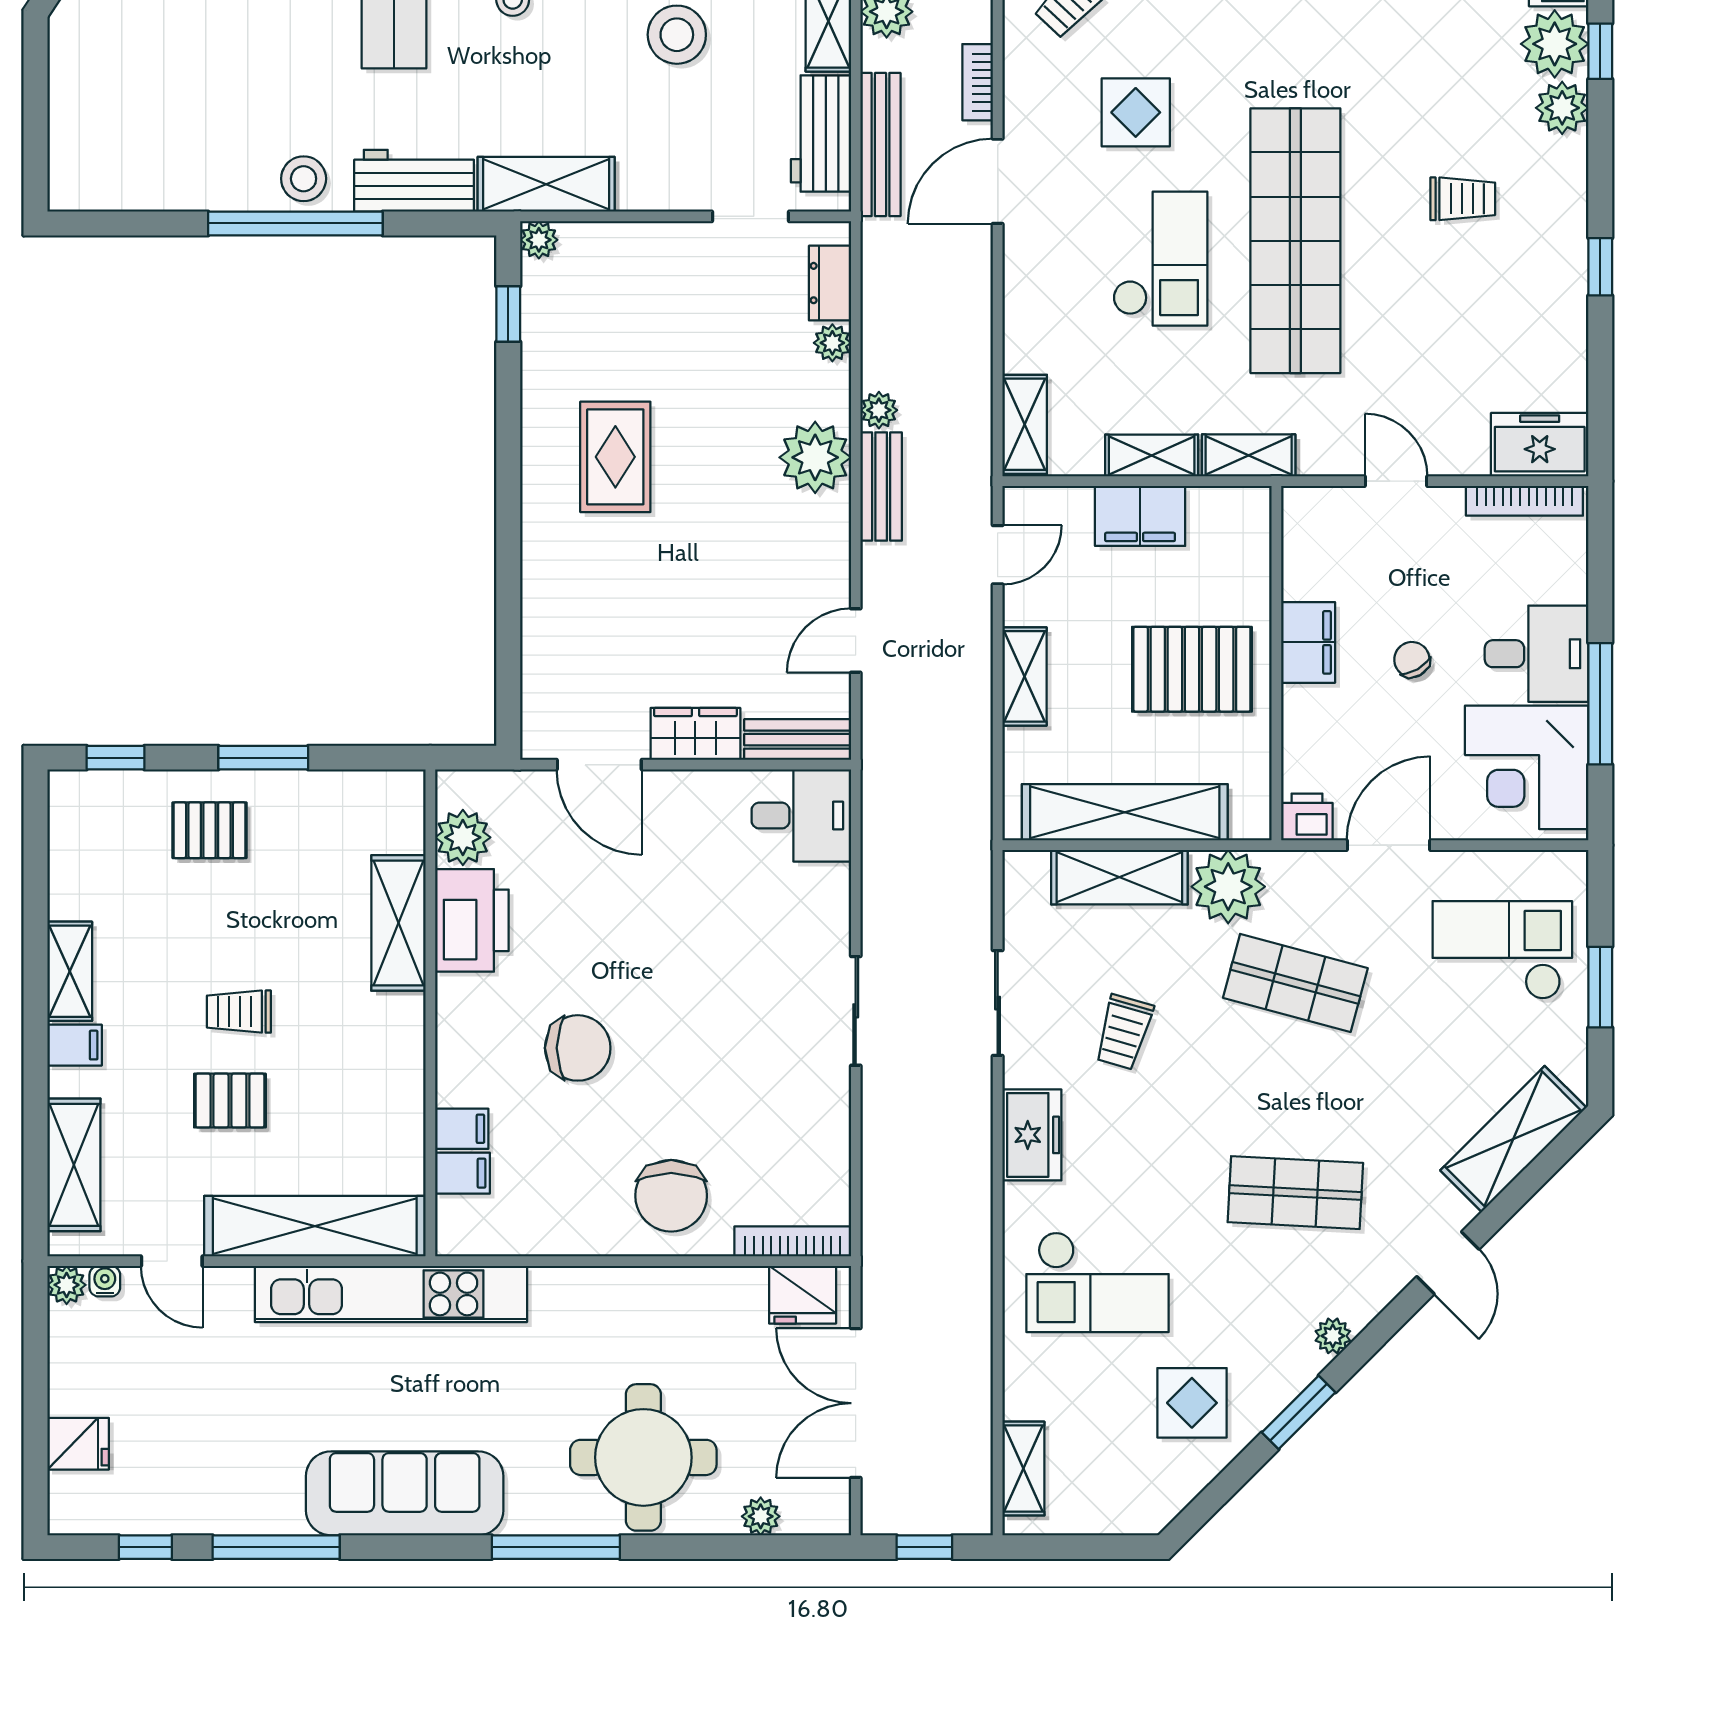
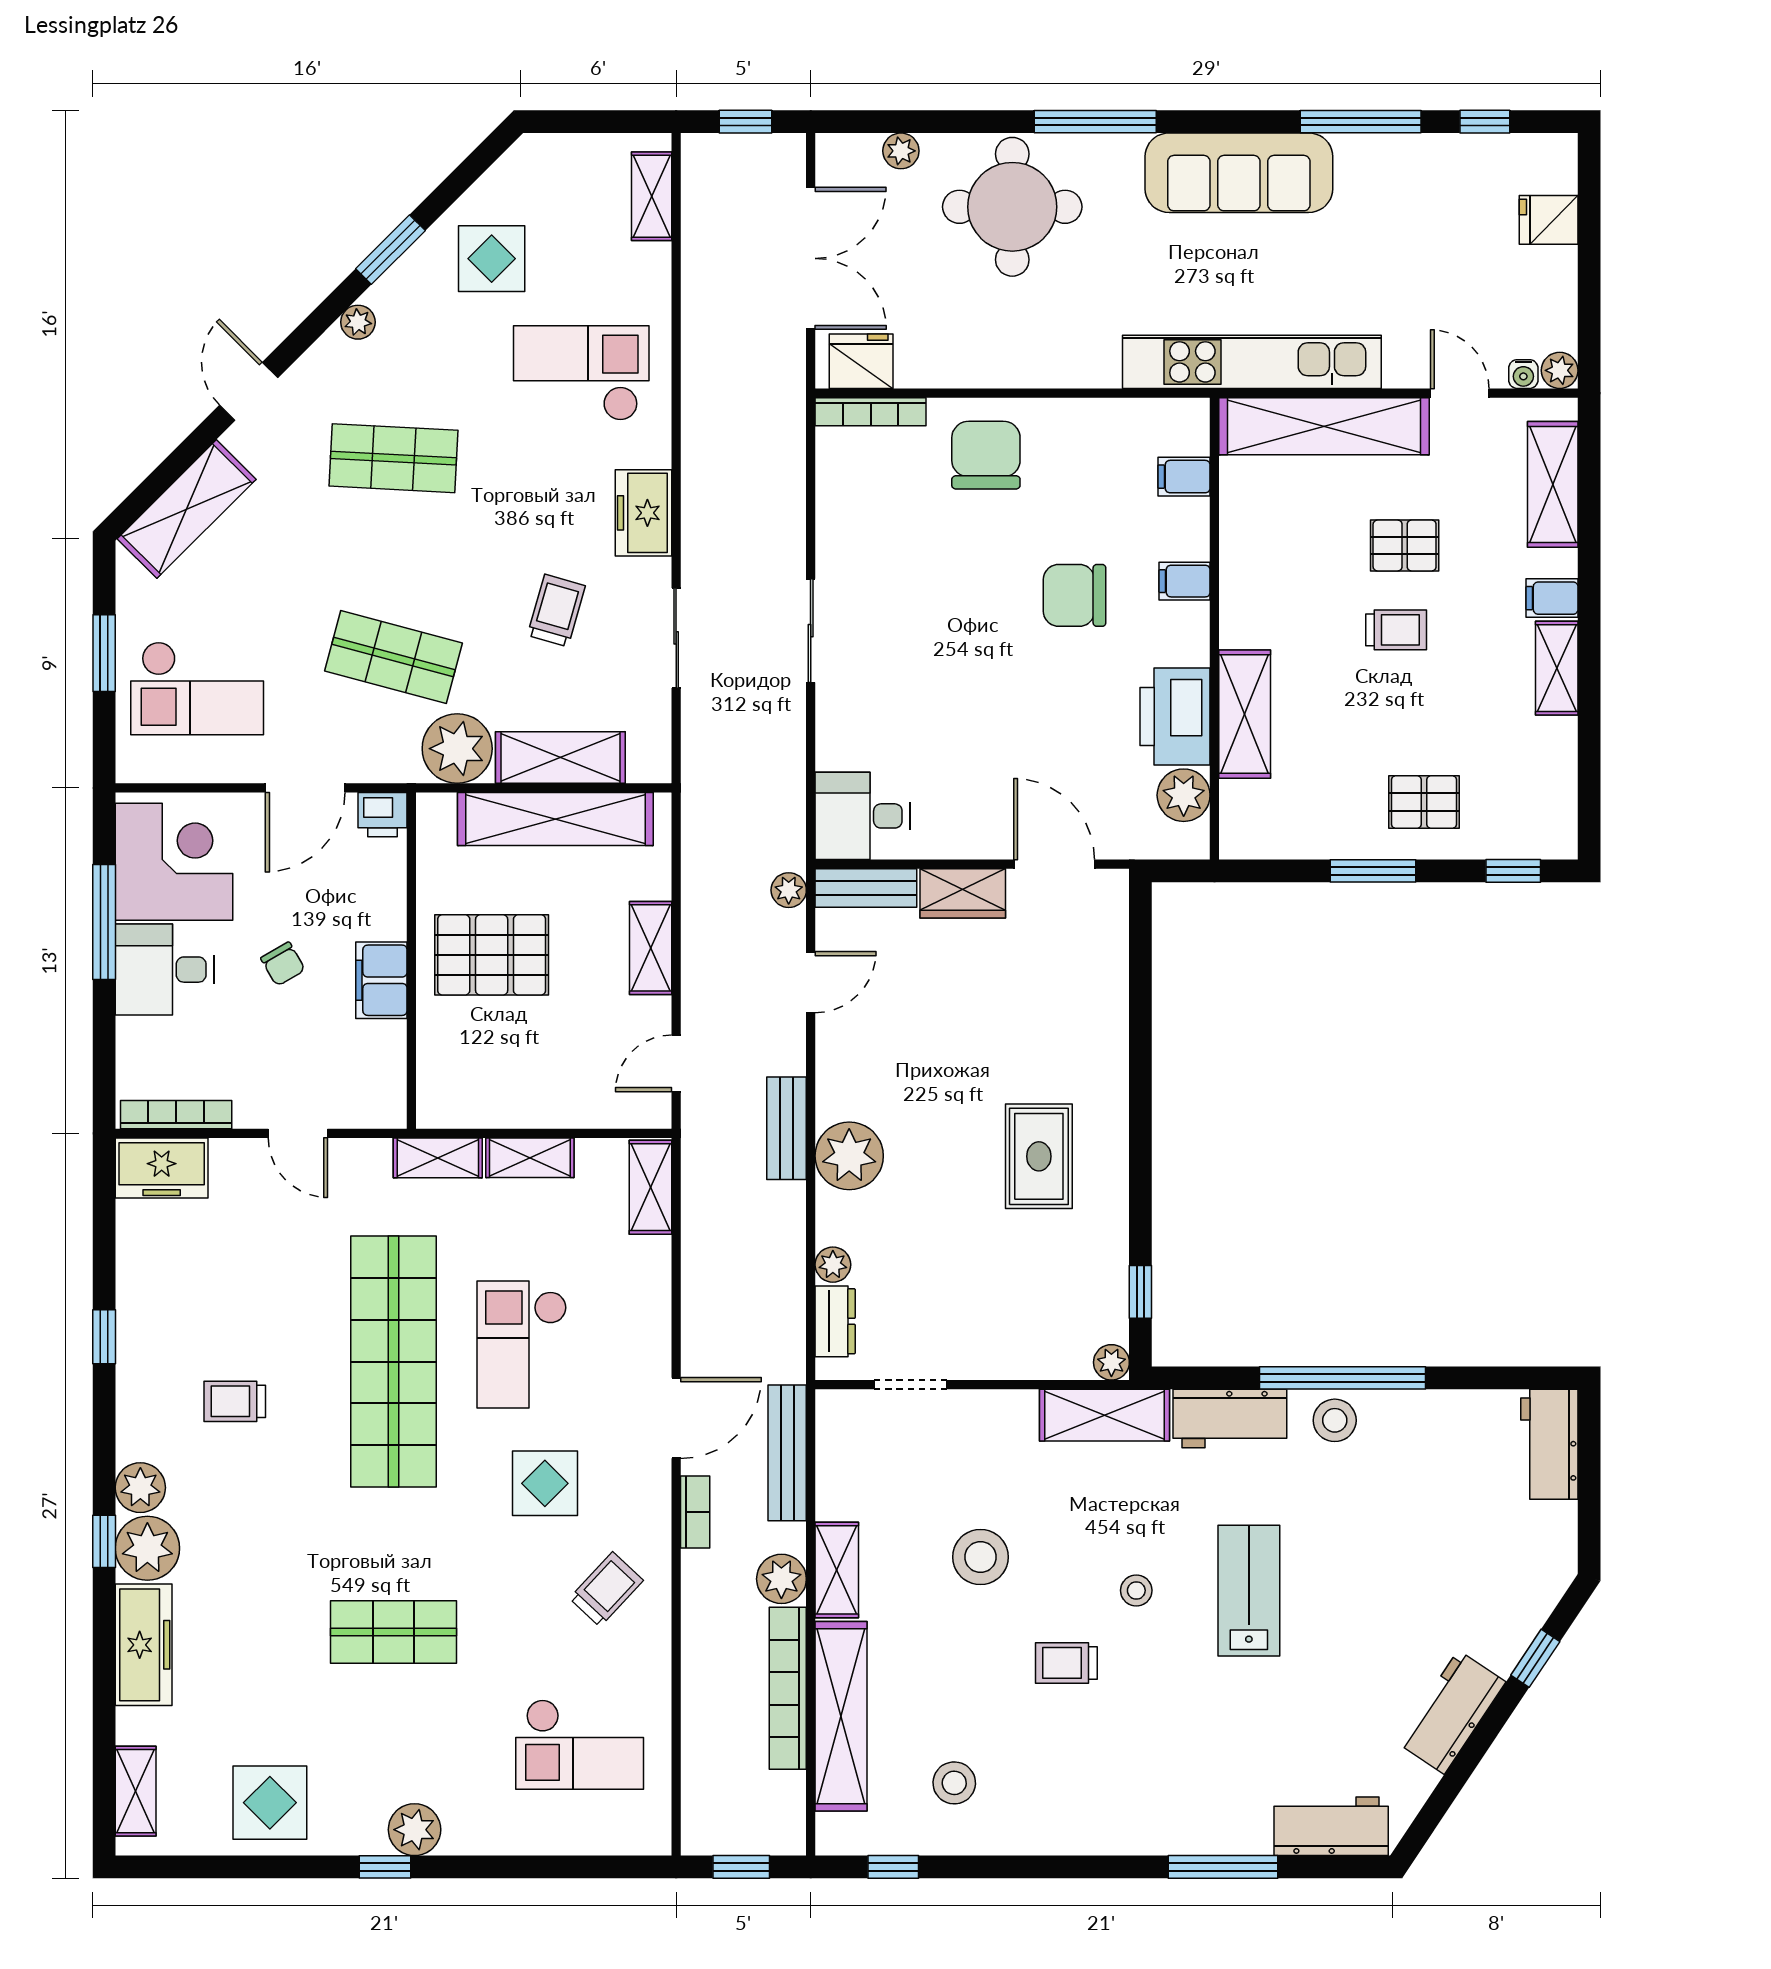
workbench: (821, 134) -> (1549, 1444), moved, turned 180
plant: (879, 410) -> (789, 890), moved
filing cabinet: (1140, 516) -> (541, 1100), removed
filing cabinet: (462, 1129) -> (1185, 581), moved

